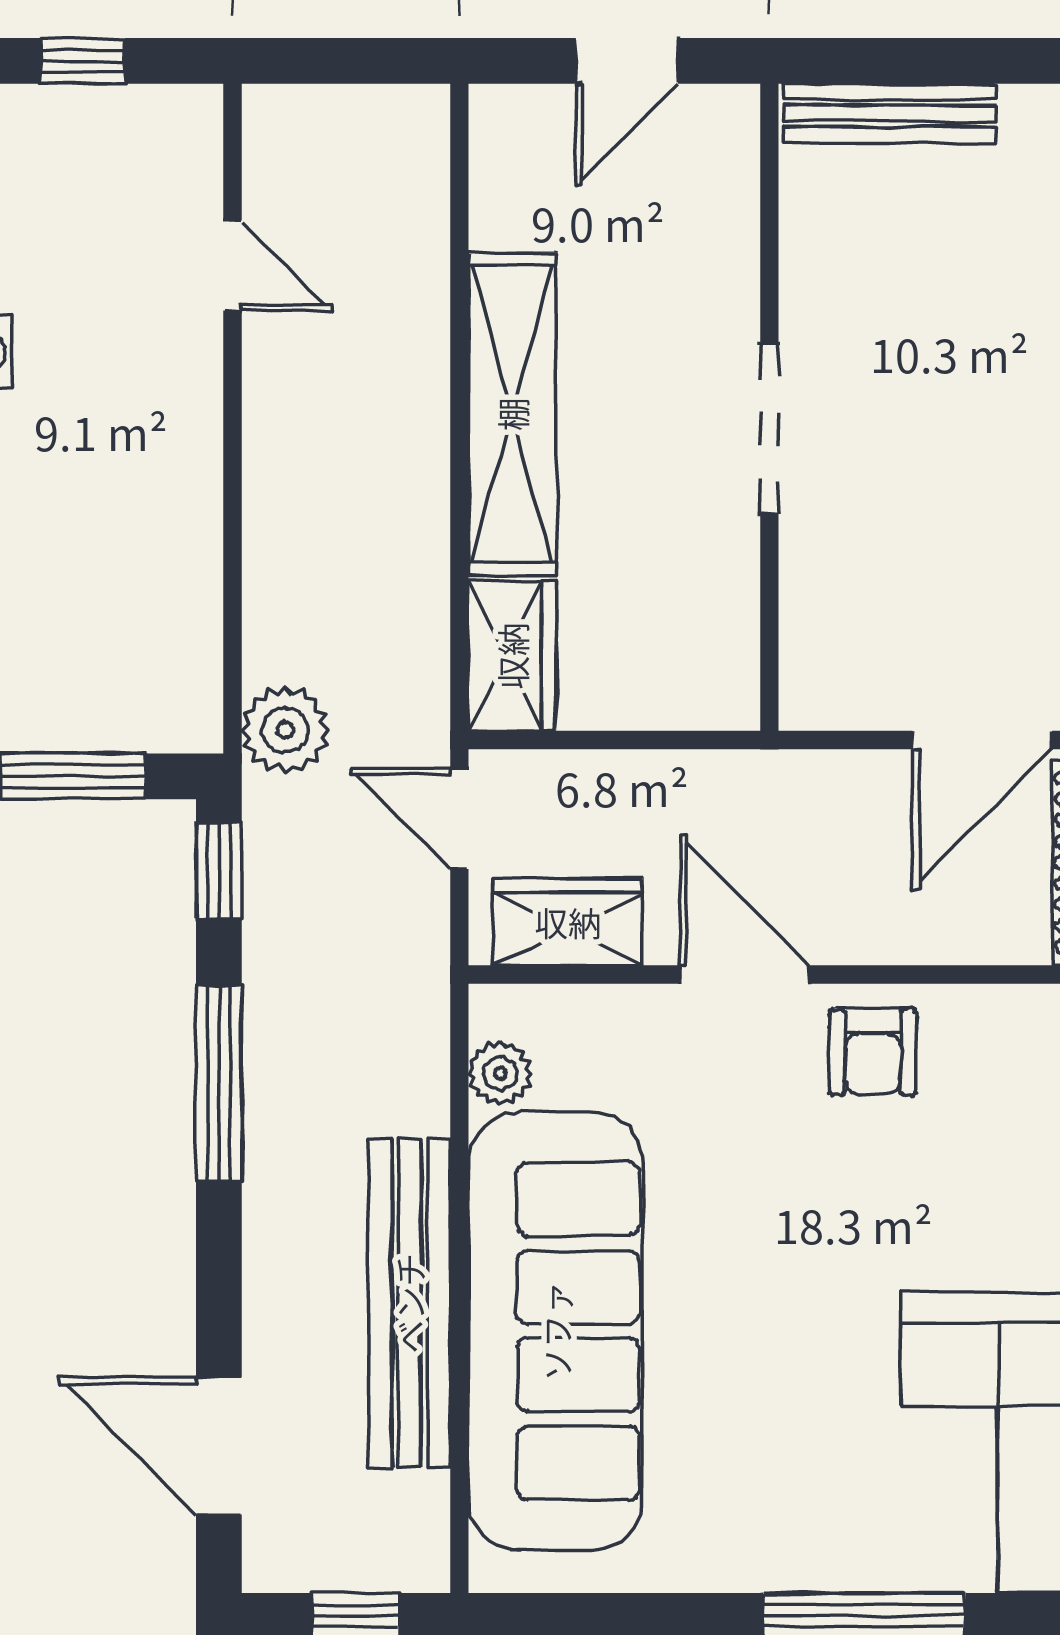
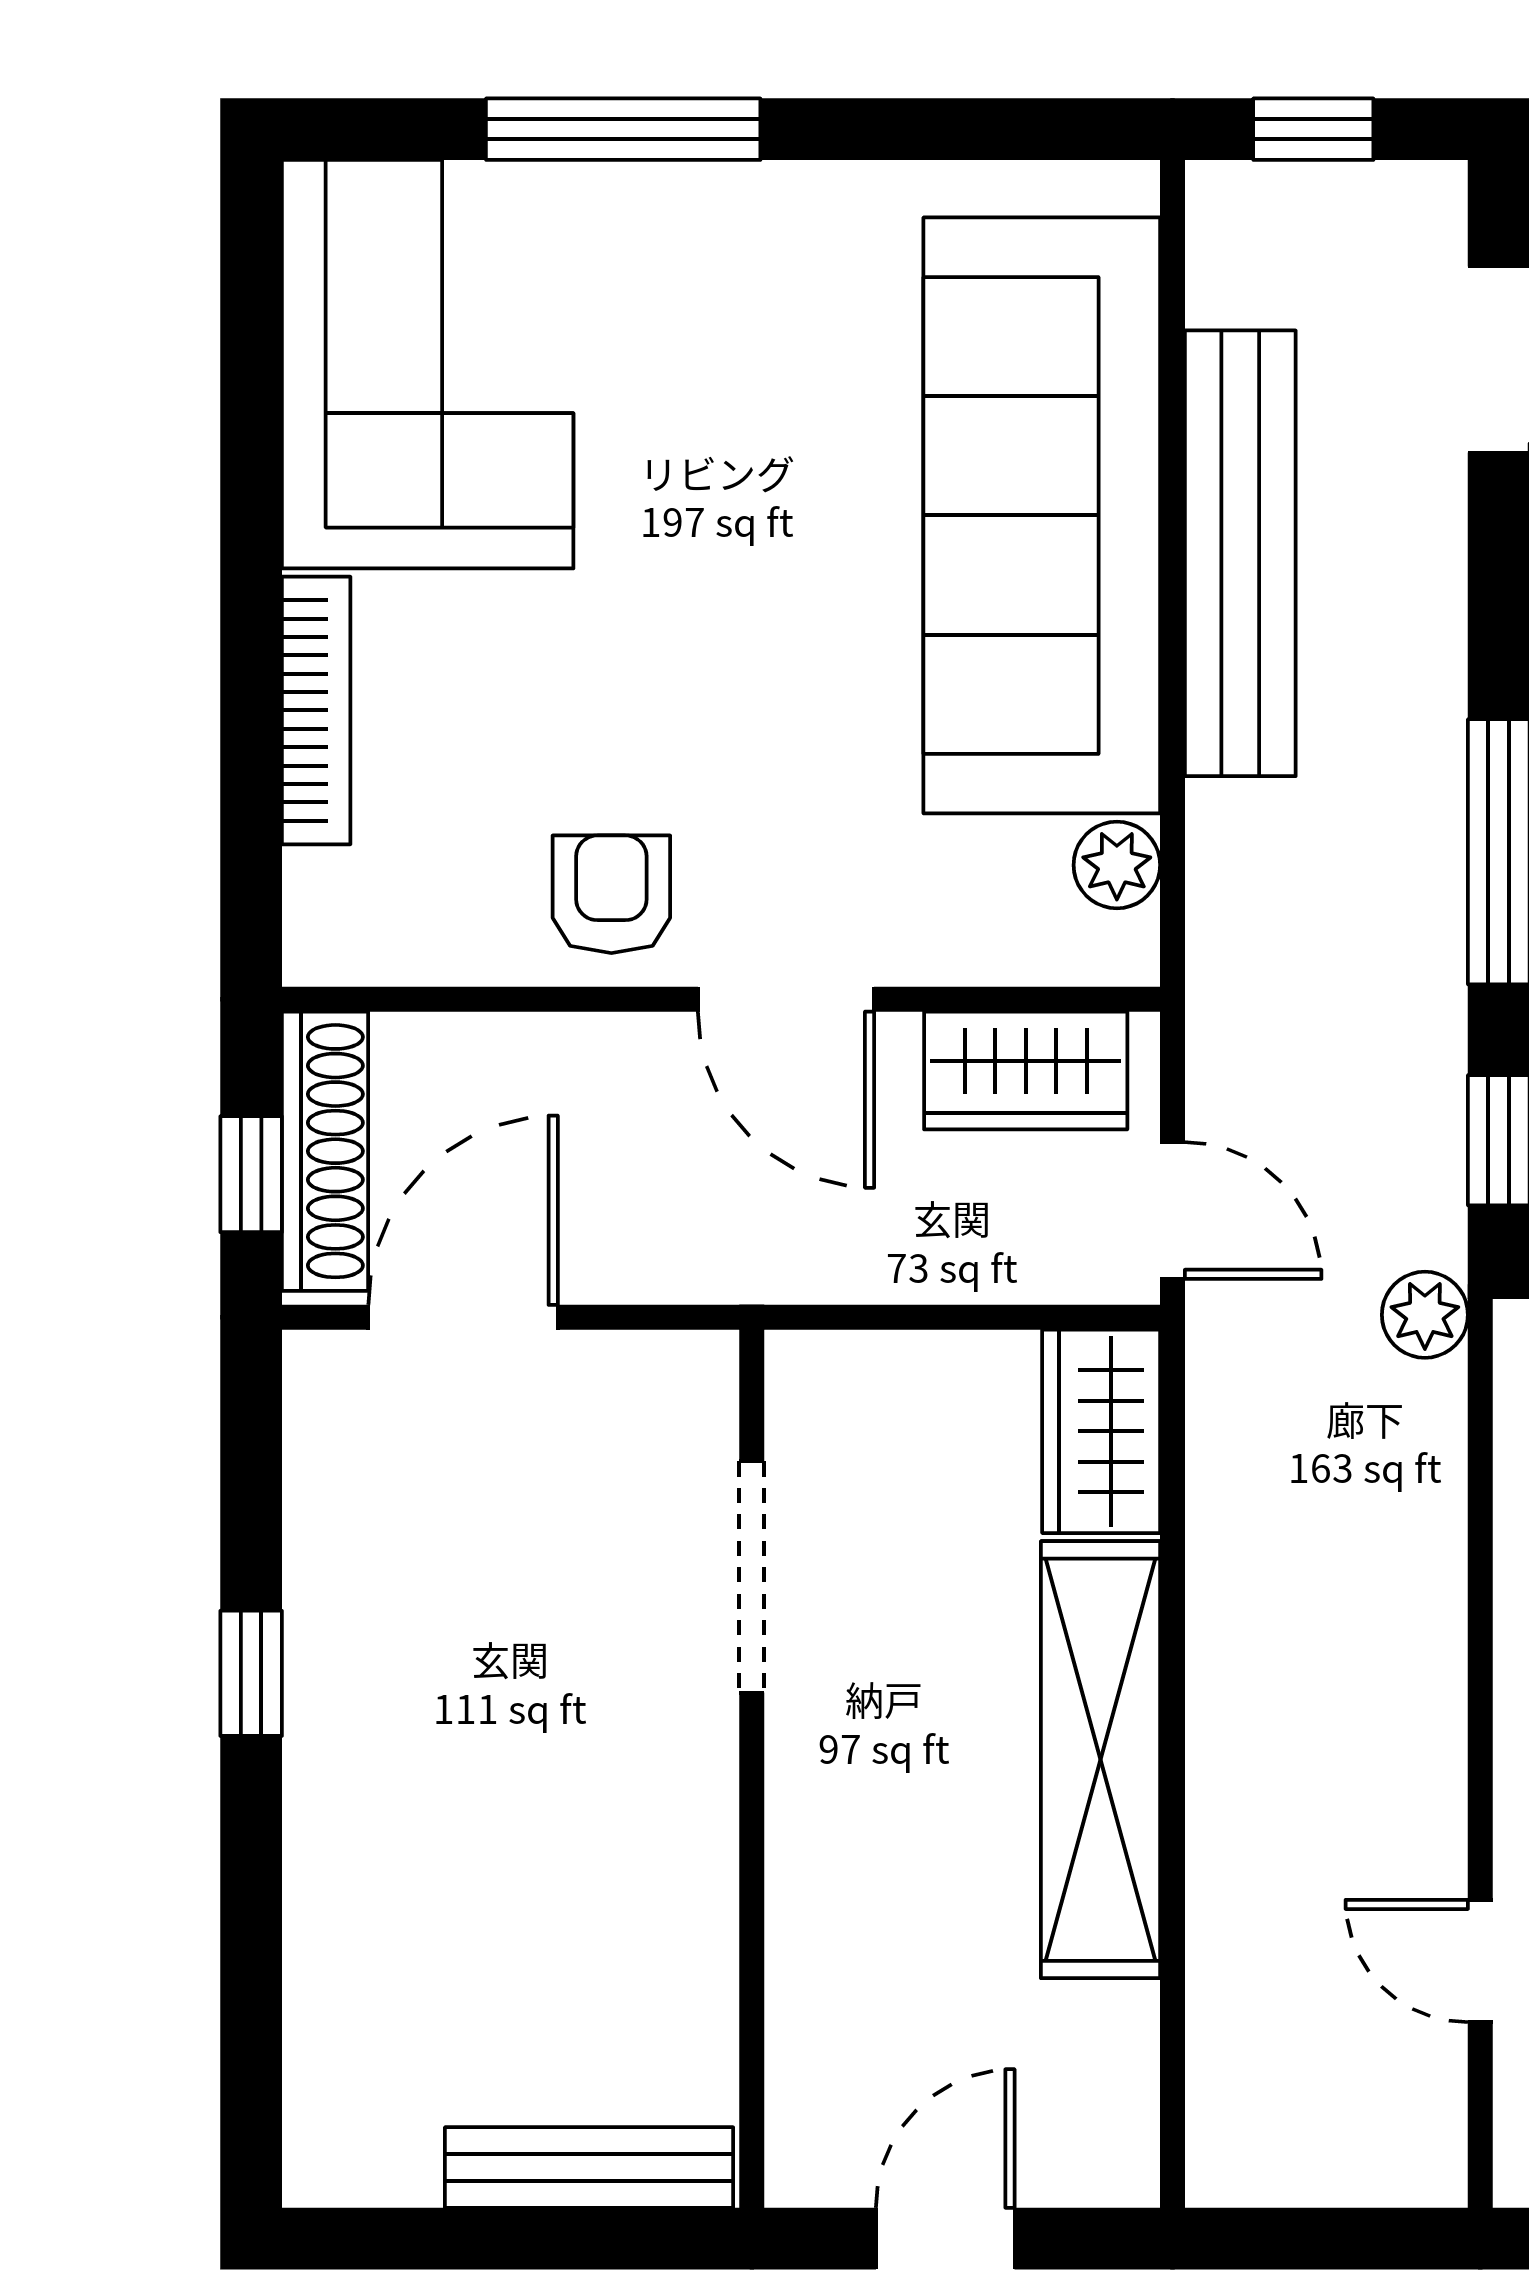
doorway: (769, 429) -> (752, 1577), moved
plant: (285, 730) -> (1425, 1315), width x0.73, depth x0.73

